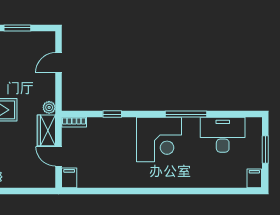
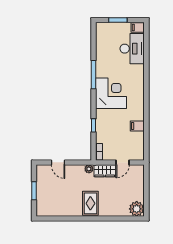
desk: (223, 135) -> (132, 49), moved, turned 180
filing cabinet: (69, 178) -> (137, 126), moved

